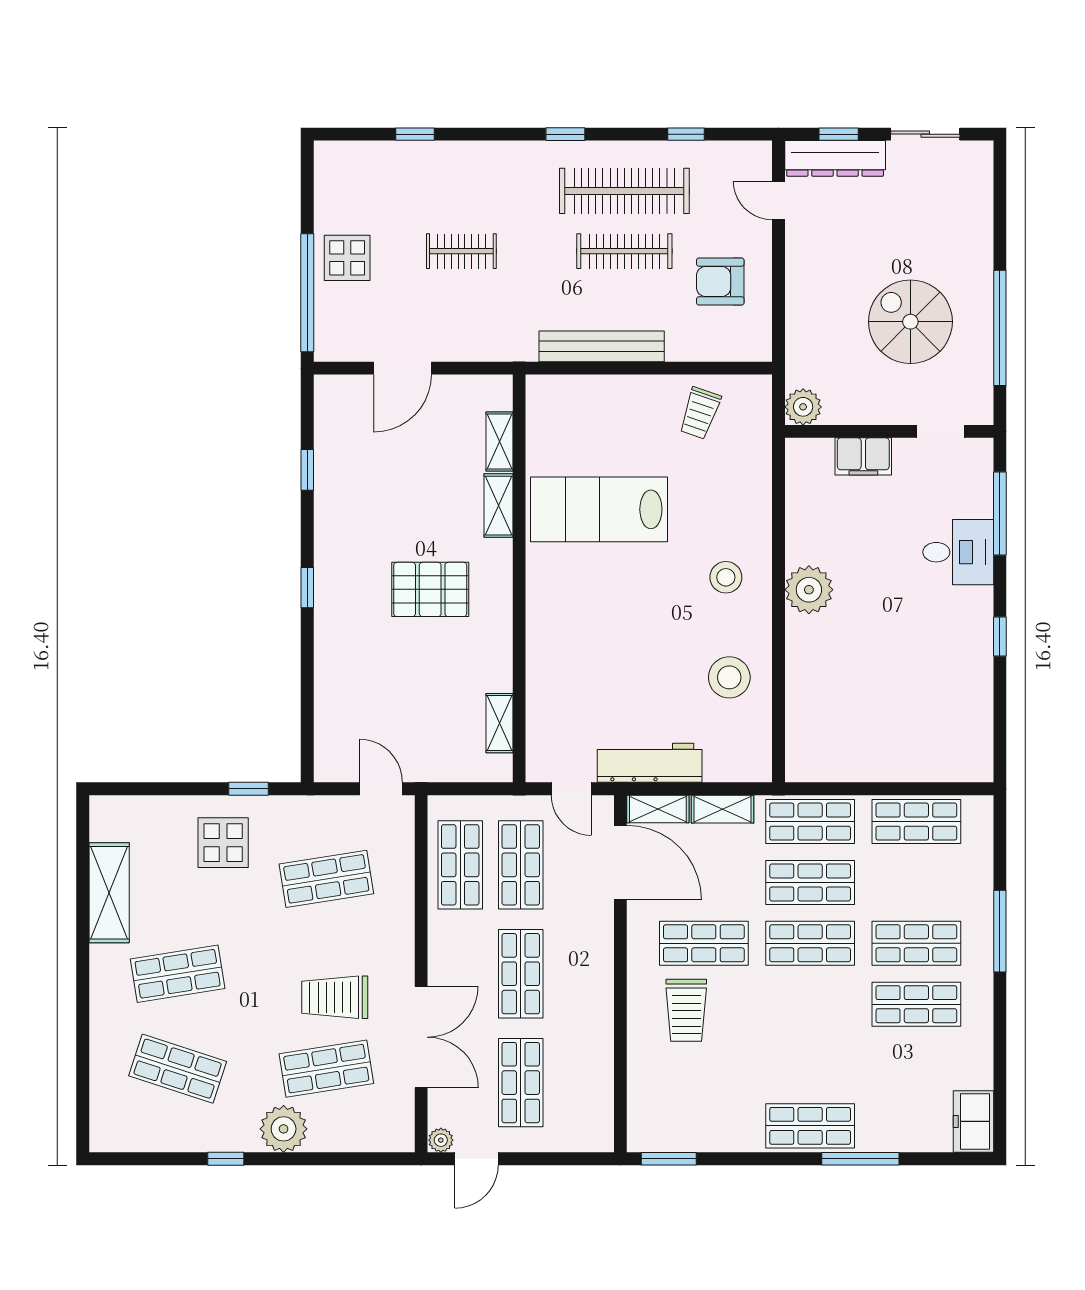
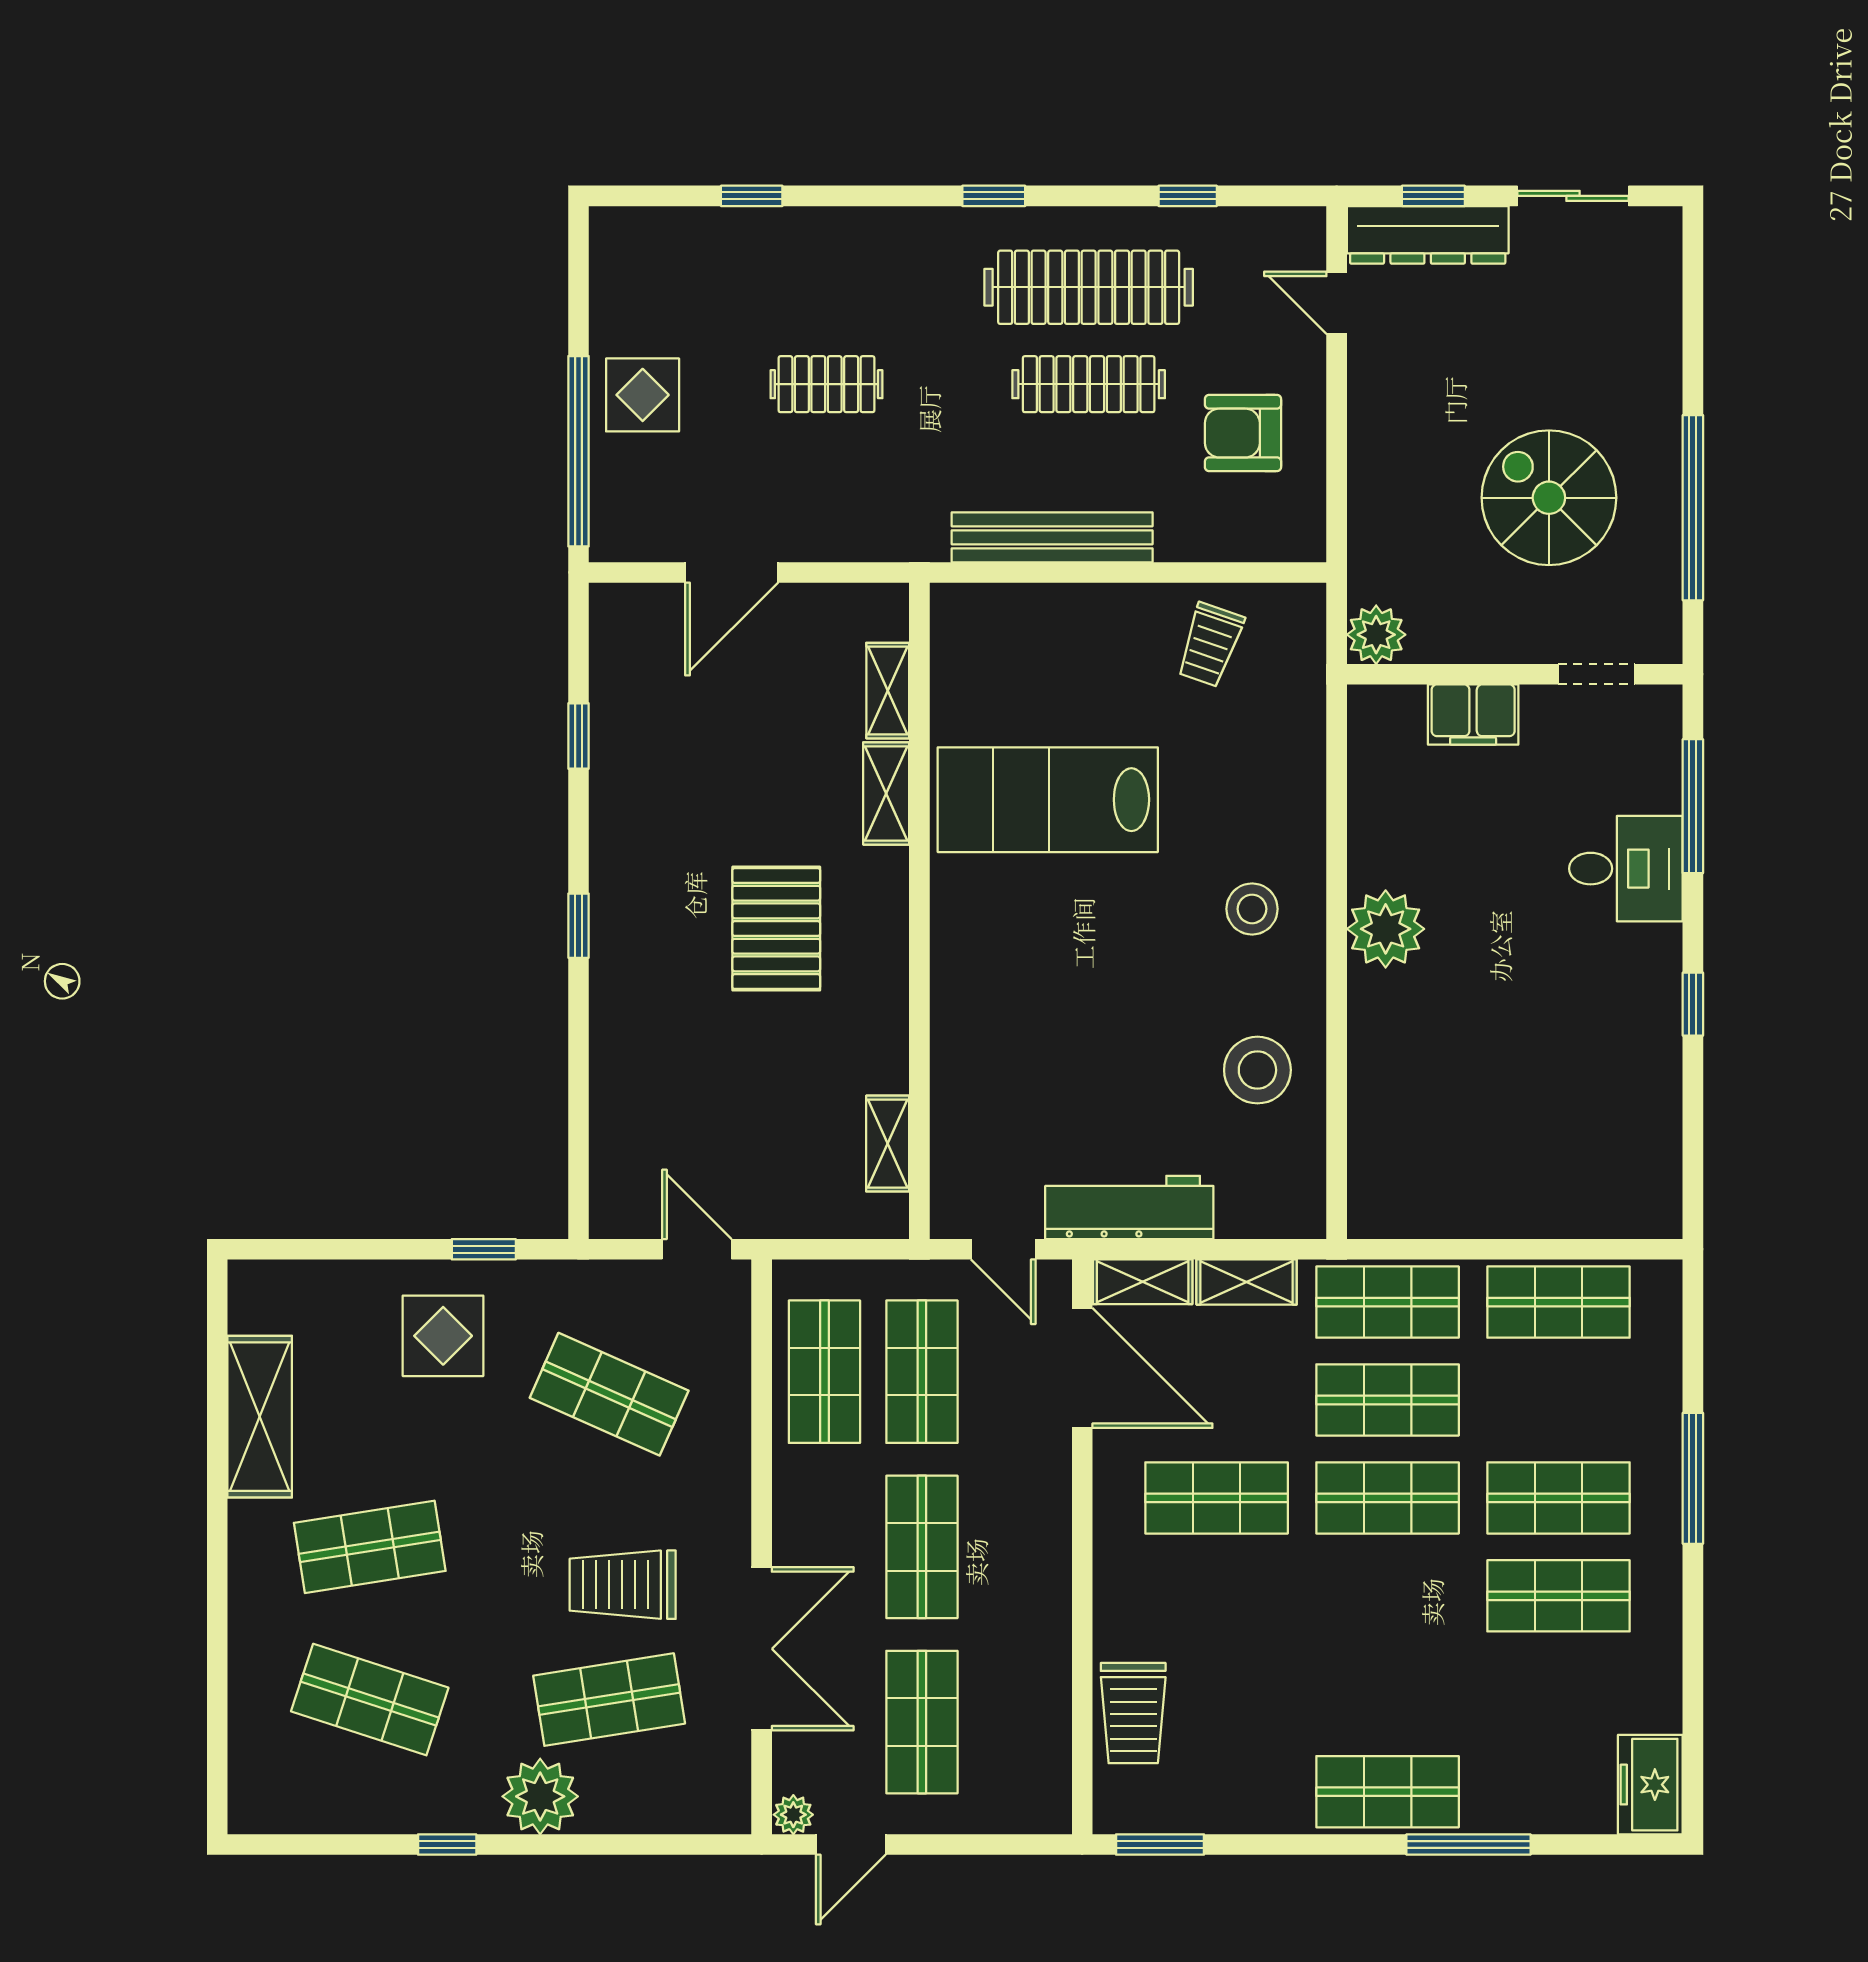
pallet: (430, 589) -> (776, 929), turned 90
shop shelf: (326, 879) -> (609, 1394), turned 33
trolley: (686, 1010) -> (1133, 1713), moved

